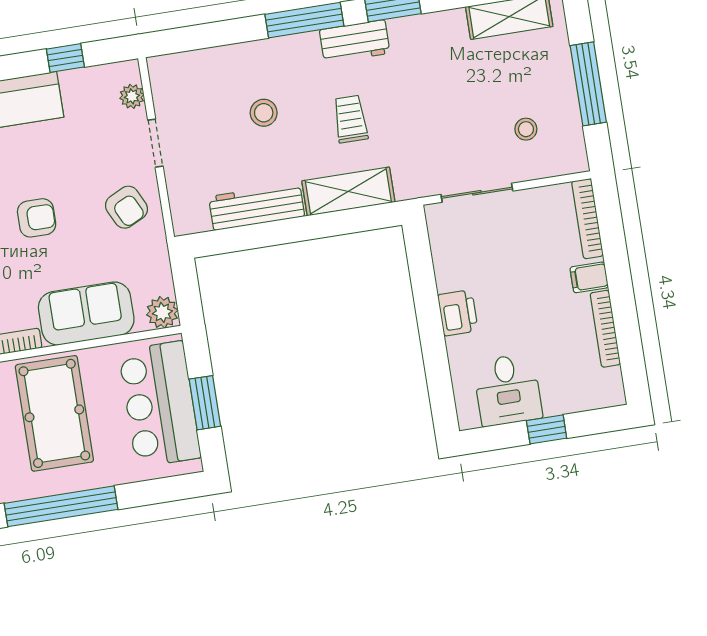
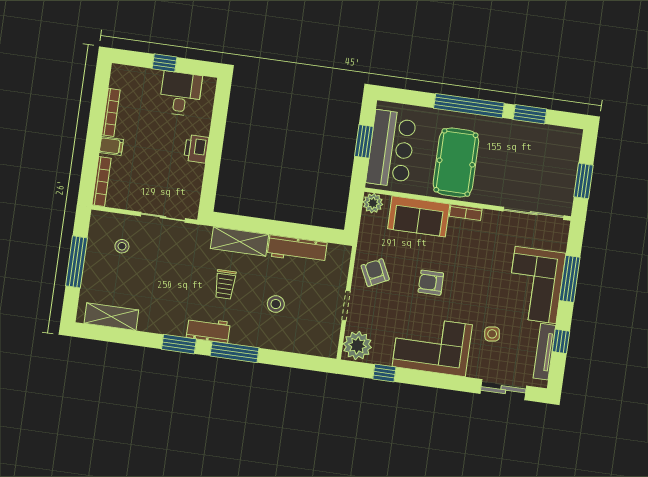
plant: (132, 96) -> (357, 346), width x1.88, depth x1.88

